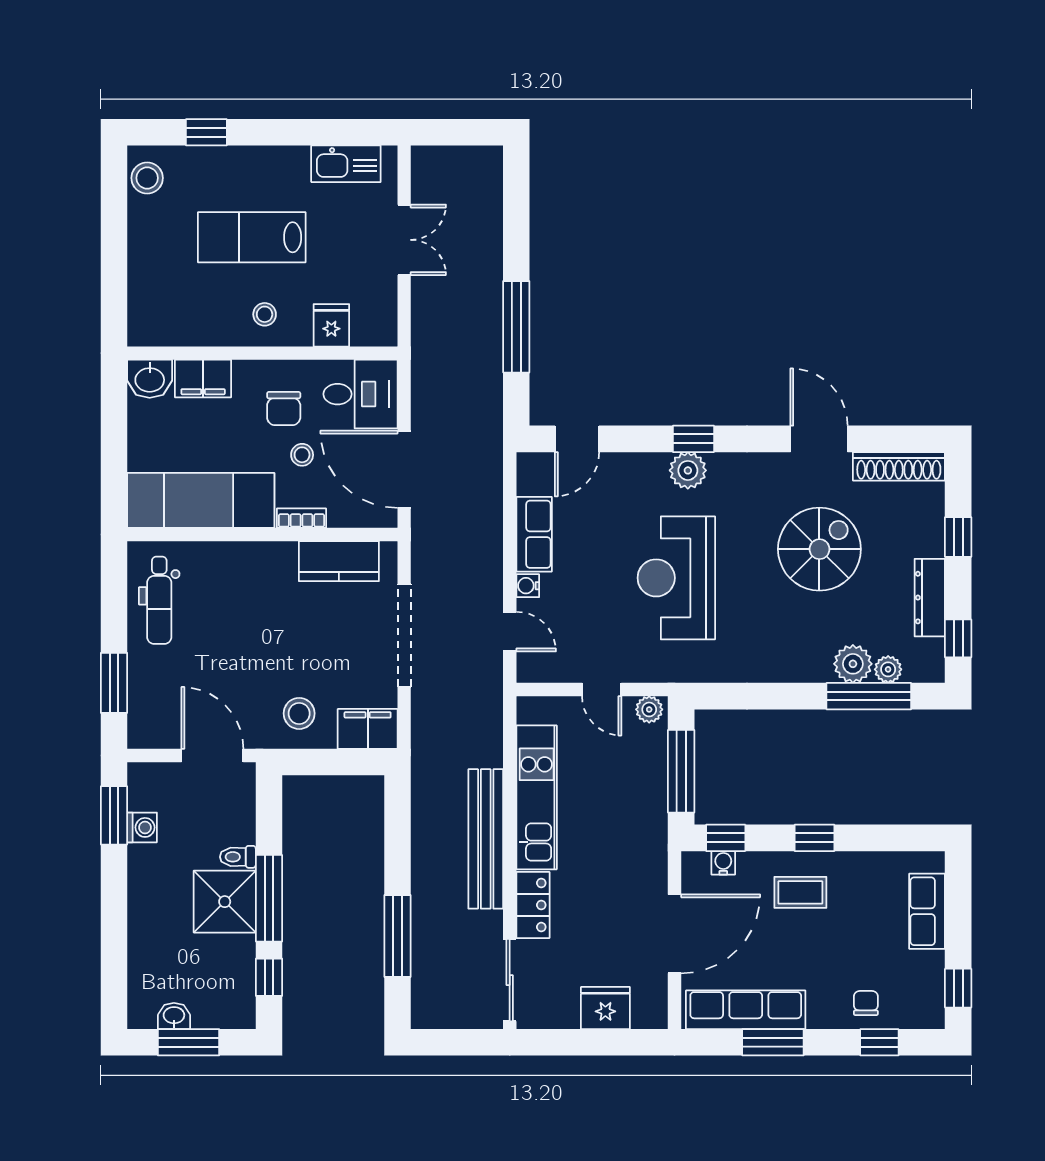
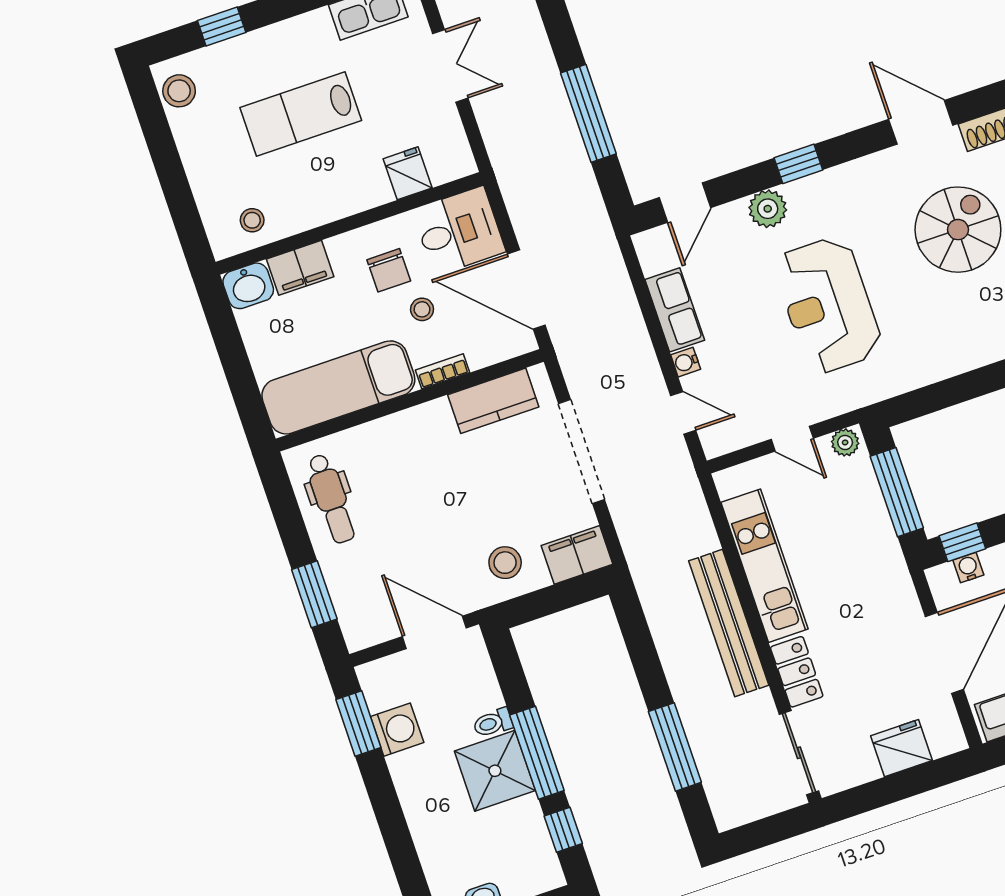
stool: (265, 314) -> (252, 220), moved
plant: (688, 470) -> (768, 209), moved
washing machine: (142, 827) -> (397, 730), width x1.38, depth x1.38

